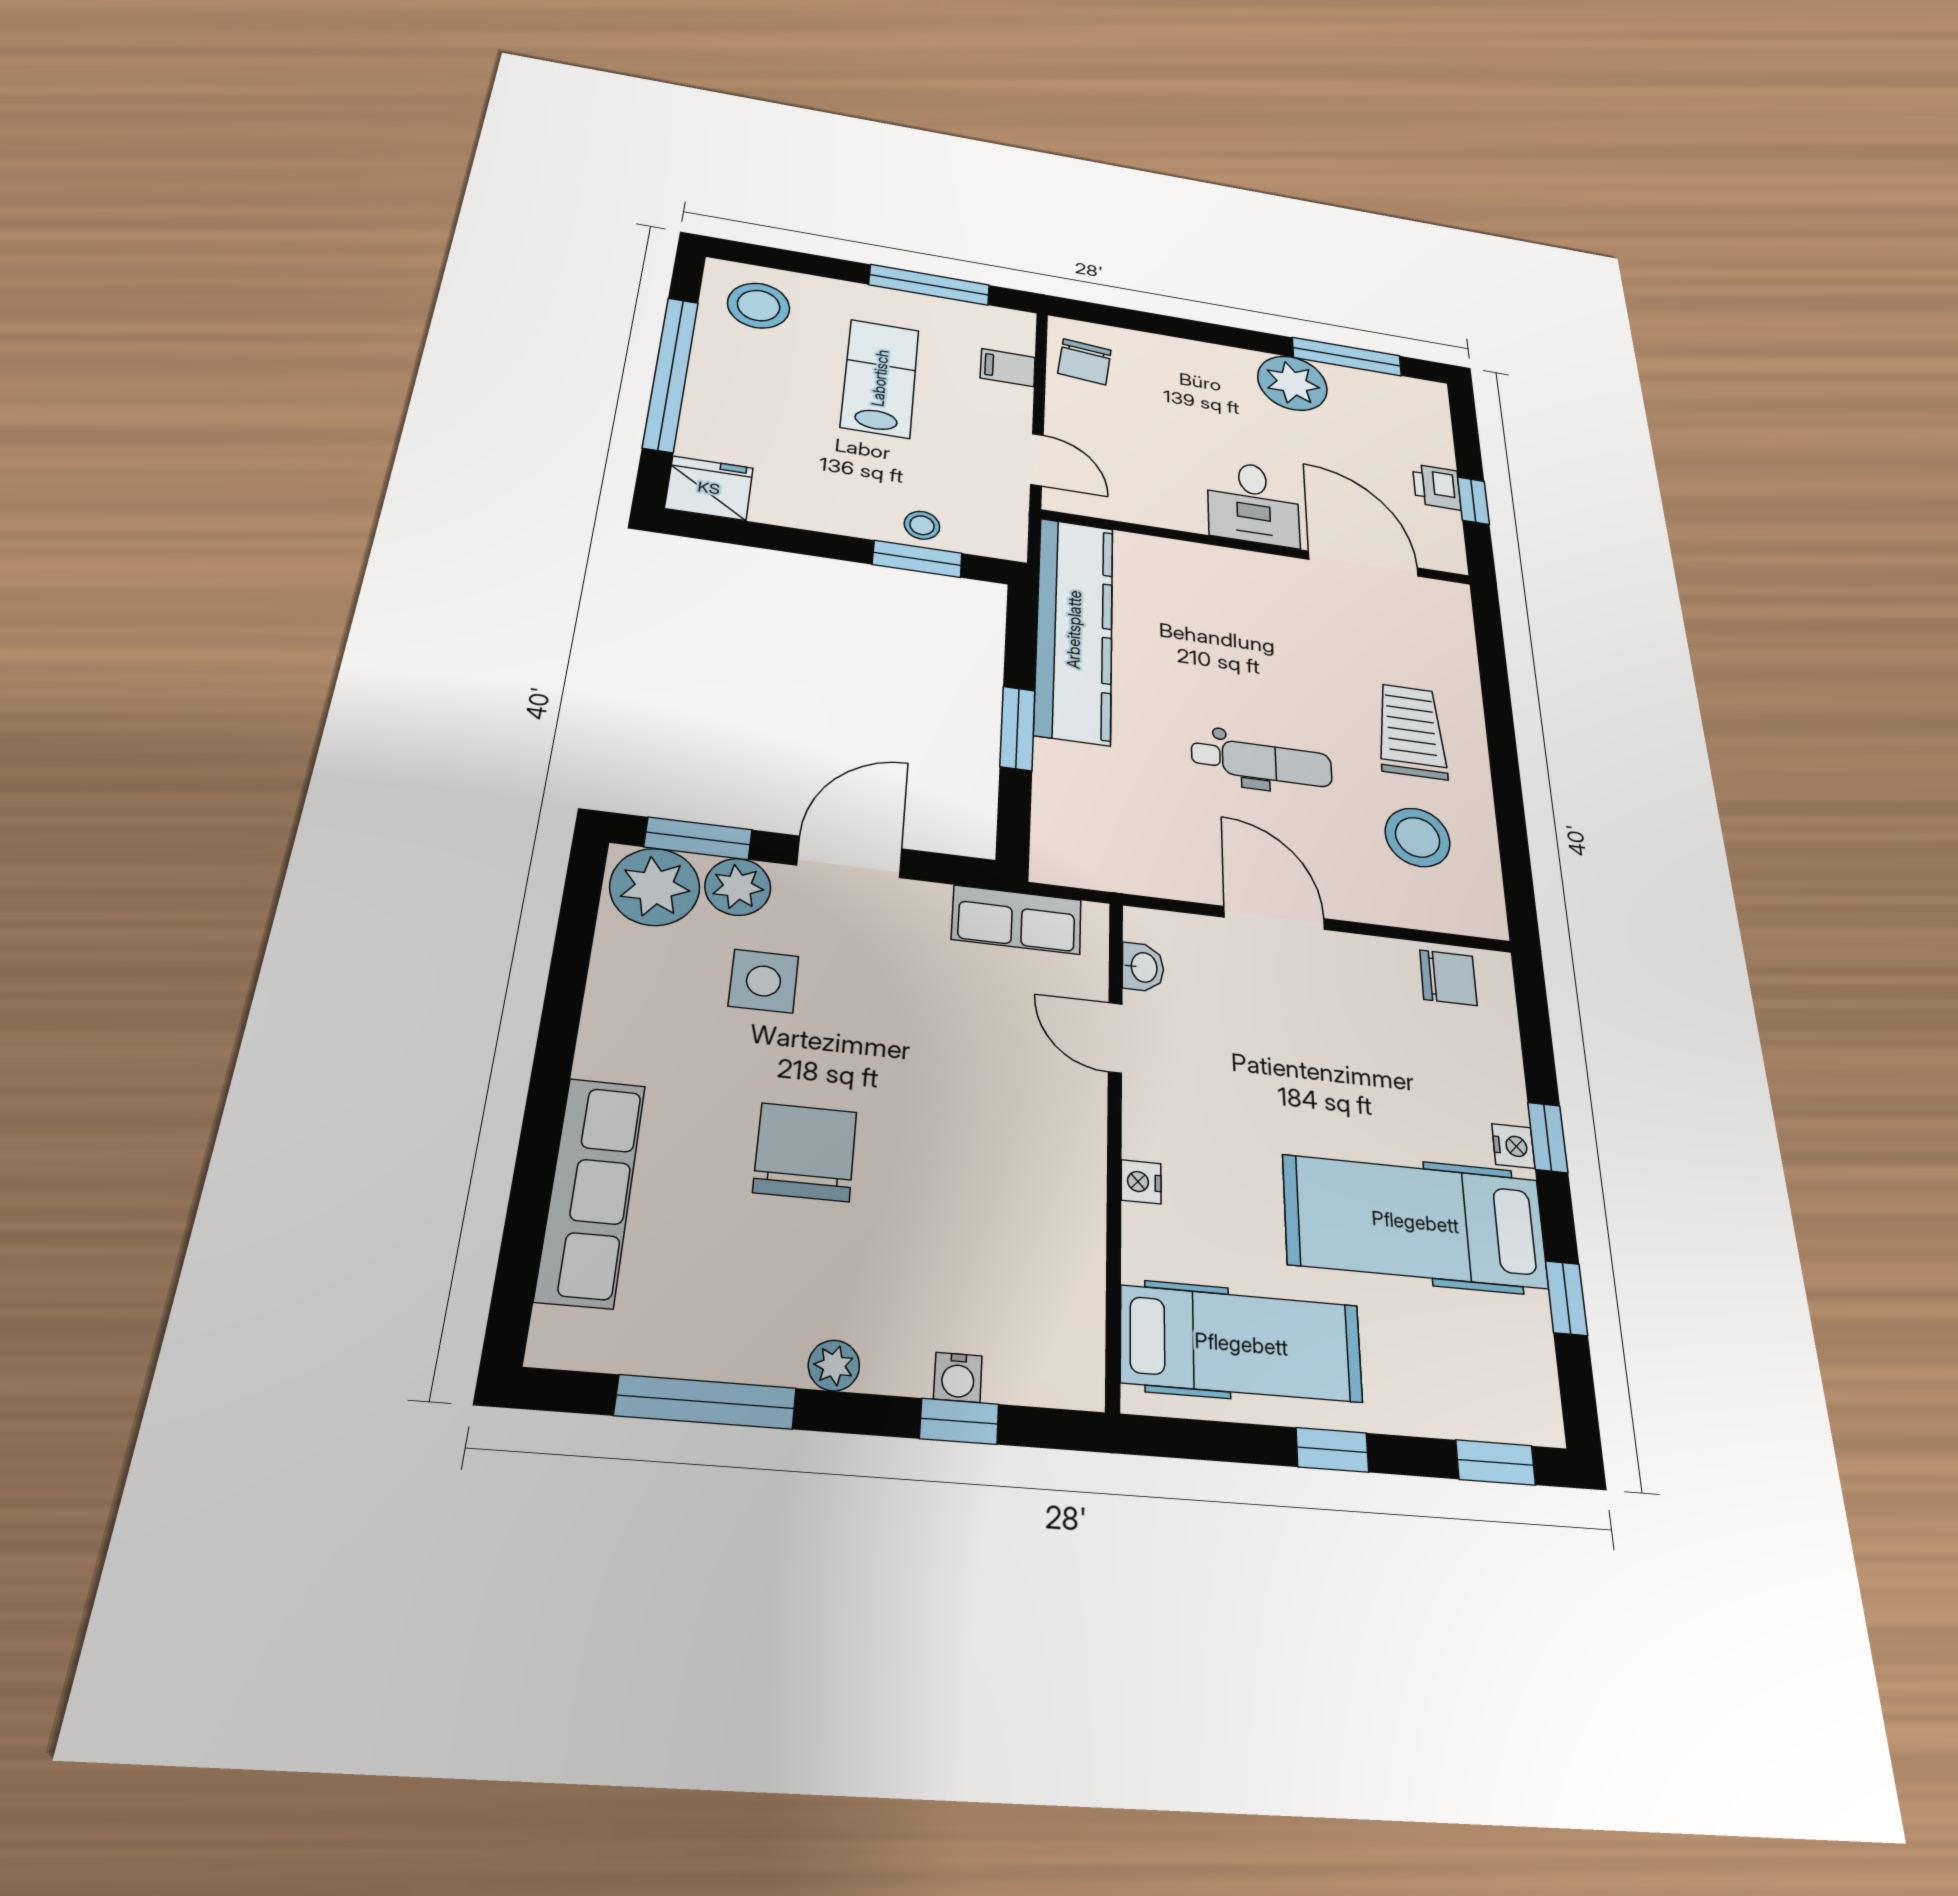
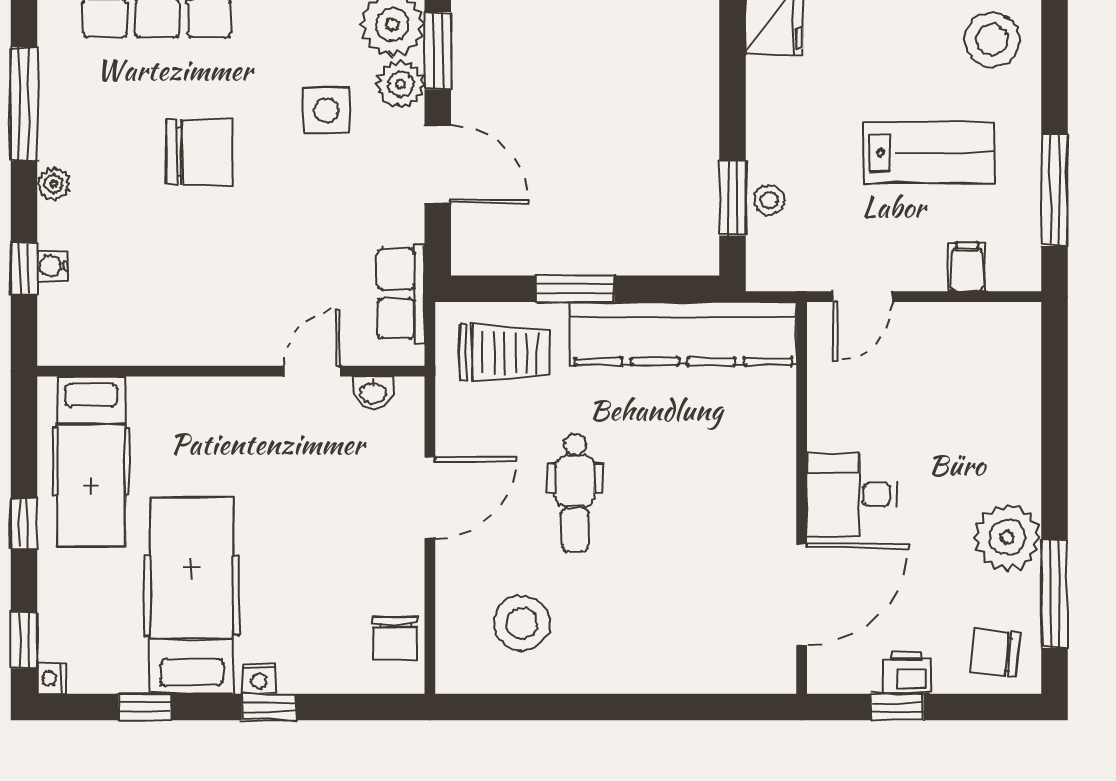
chair: (1085, 362) -> (995, 653), moved
trolley: (1411, 731) -> (504, 353), moved
nightstand: (1141, 1182) -> (51, 679), moved, turned -90

